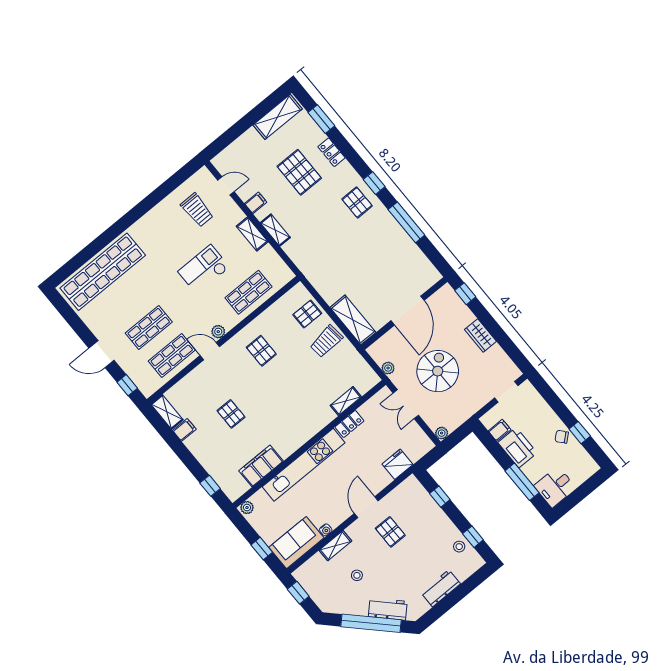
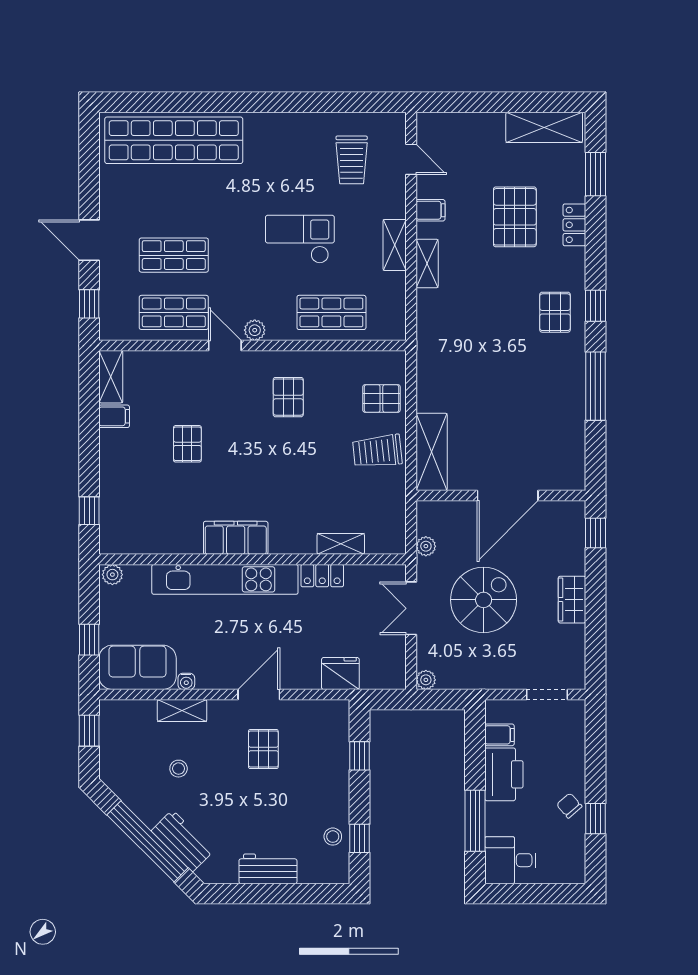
filing cabinet: (261, 466) -> (236, 538), moved

